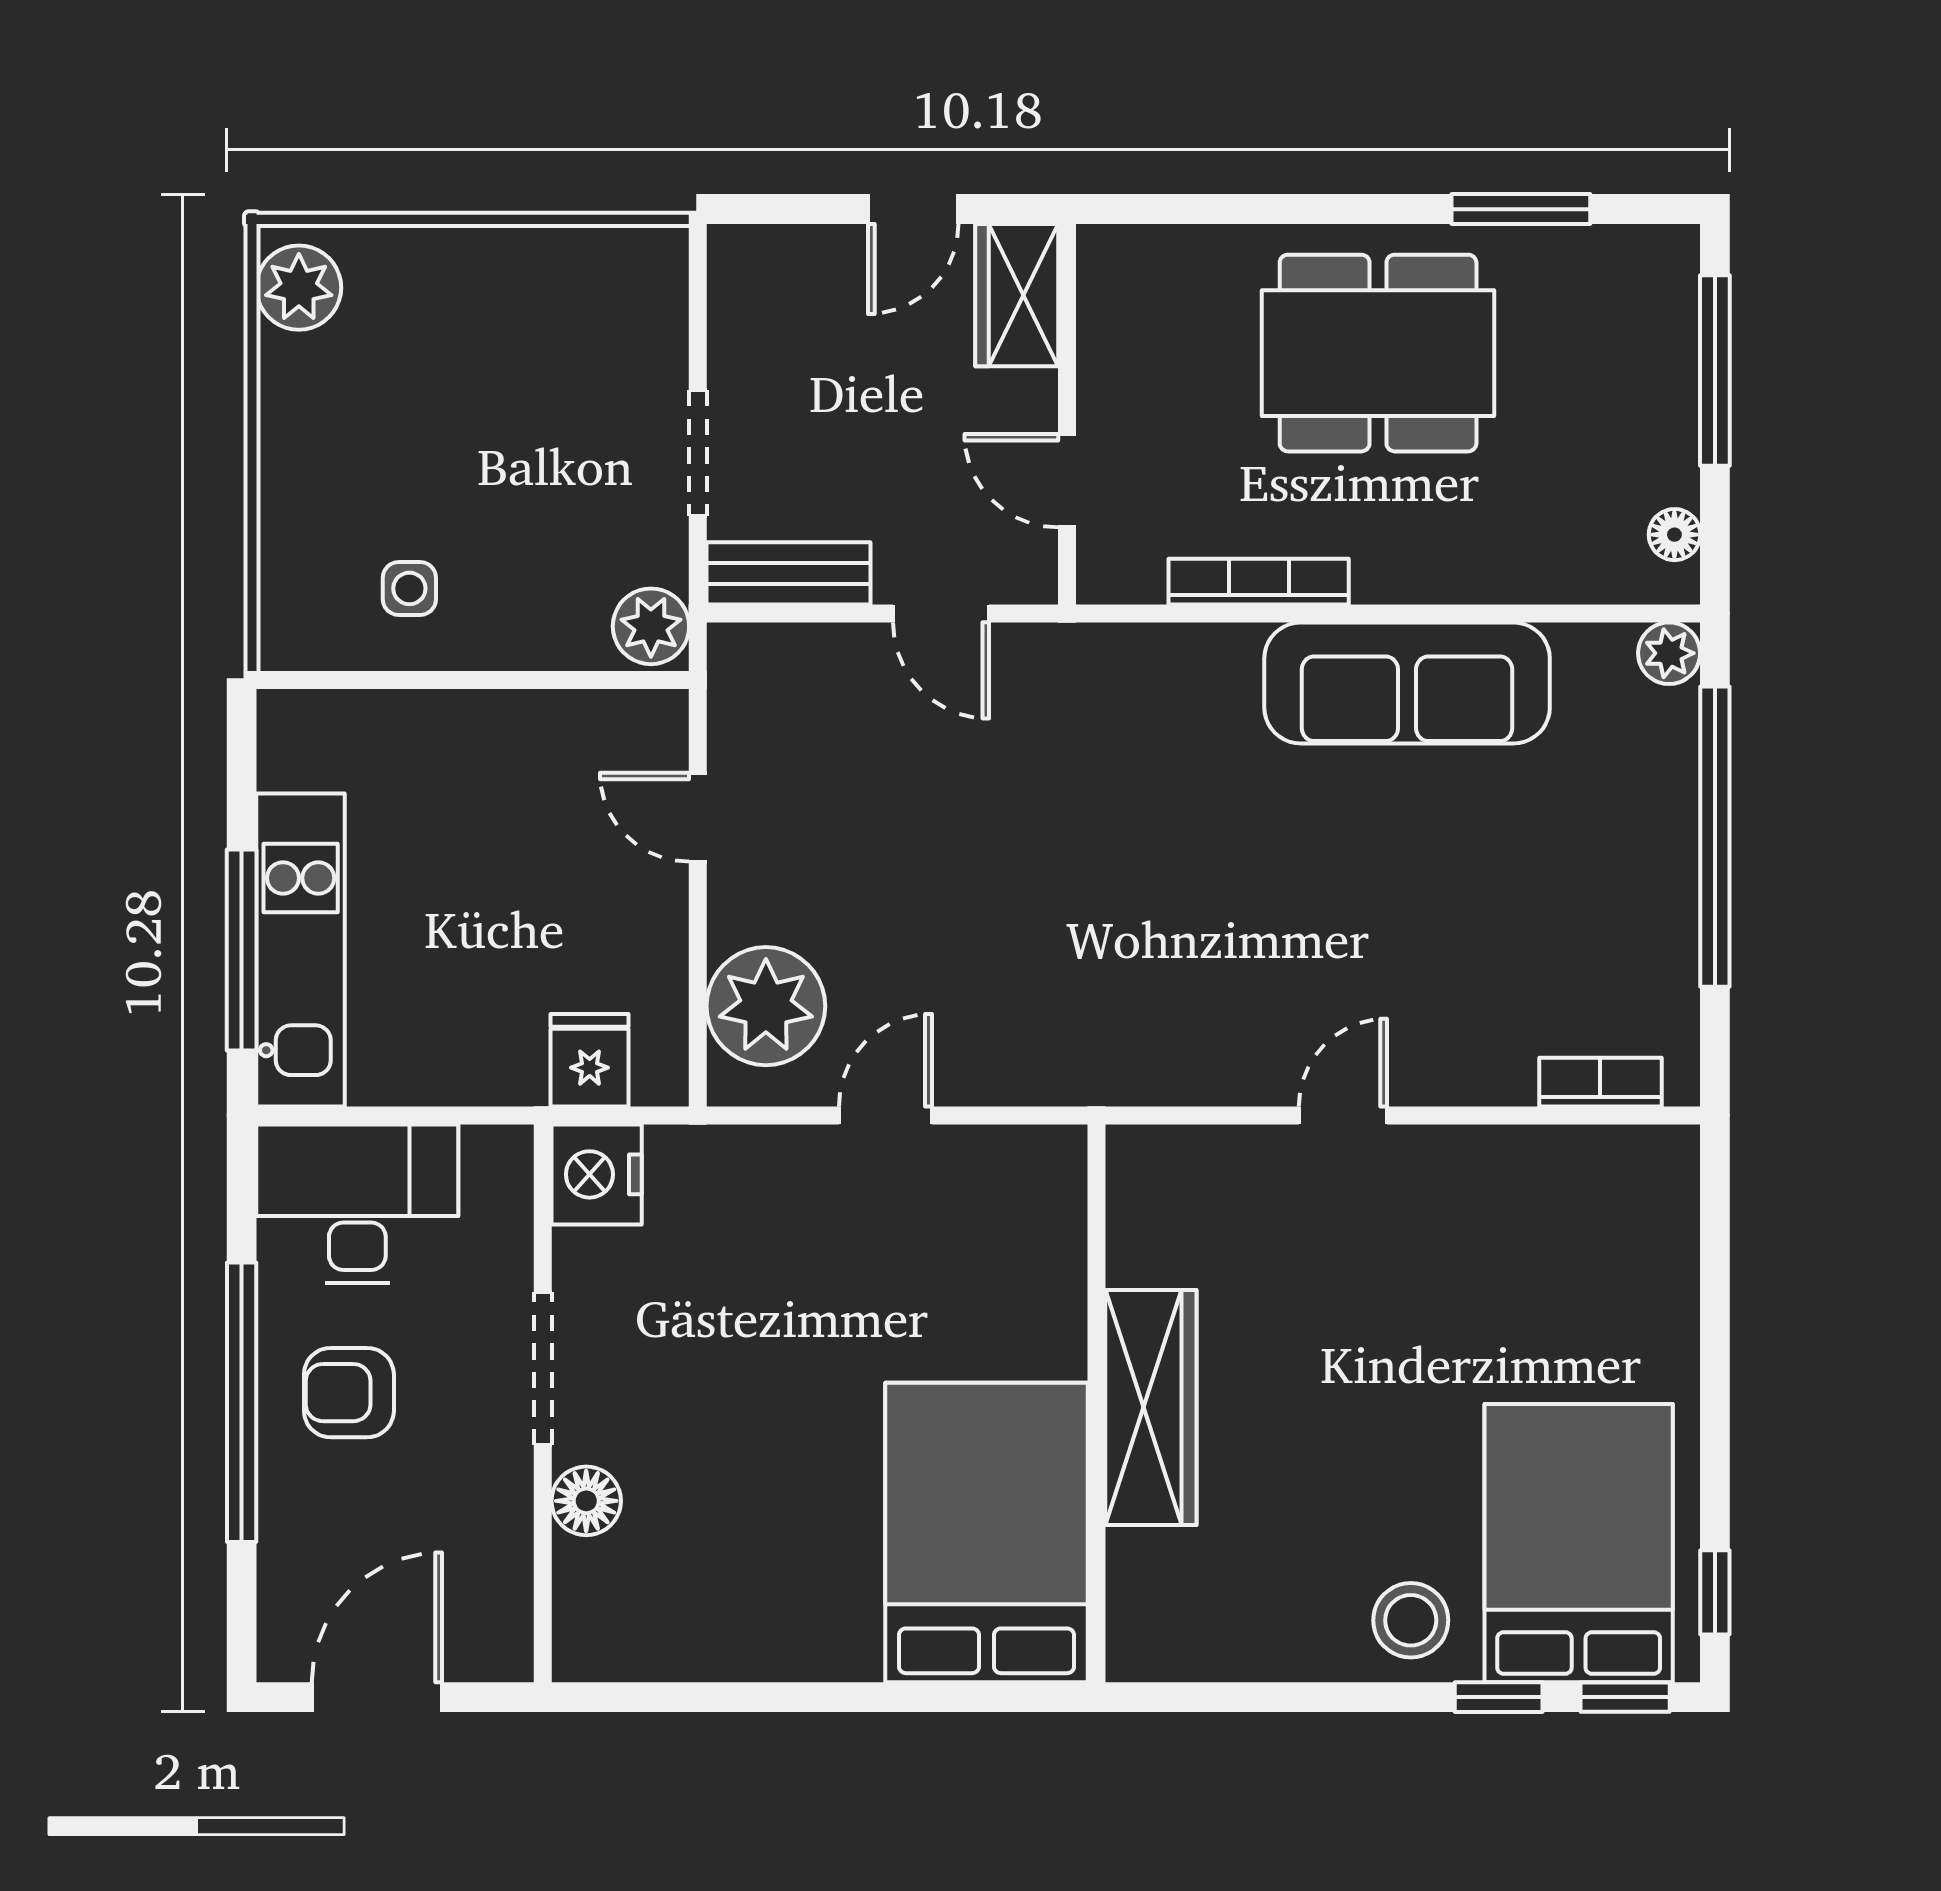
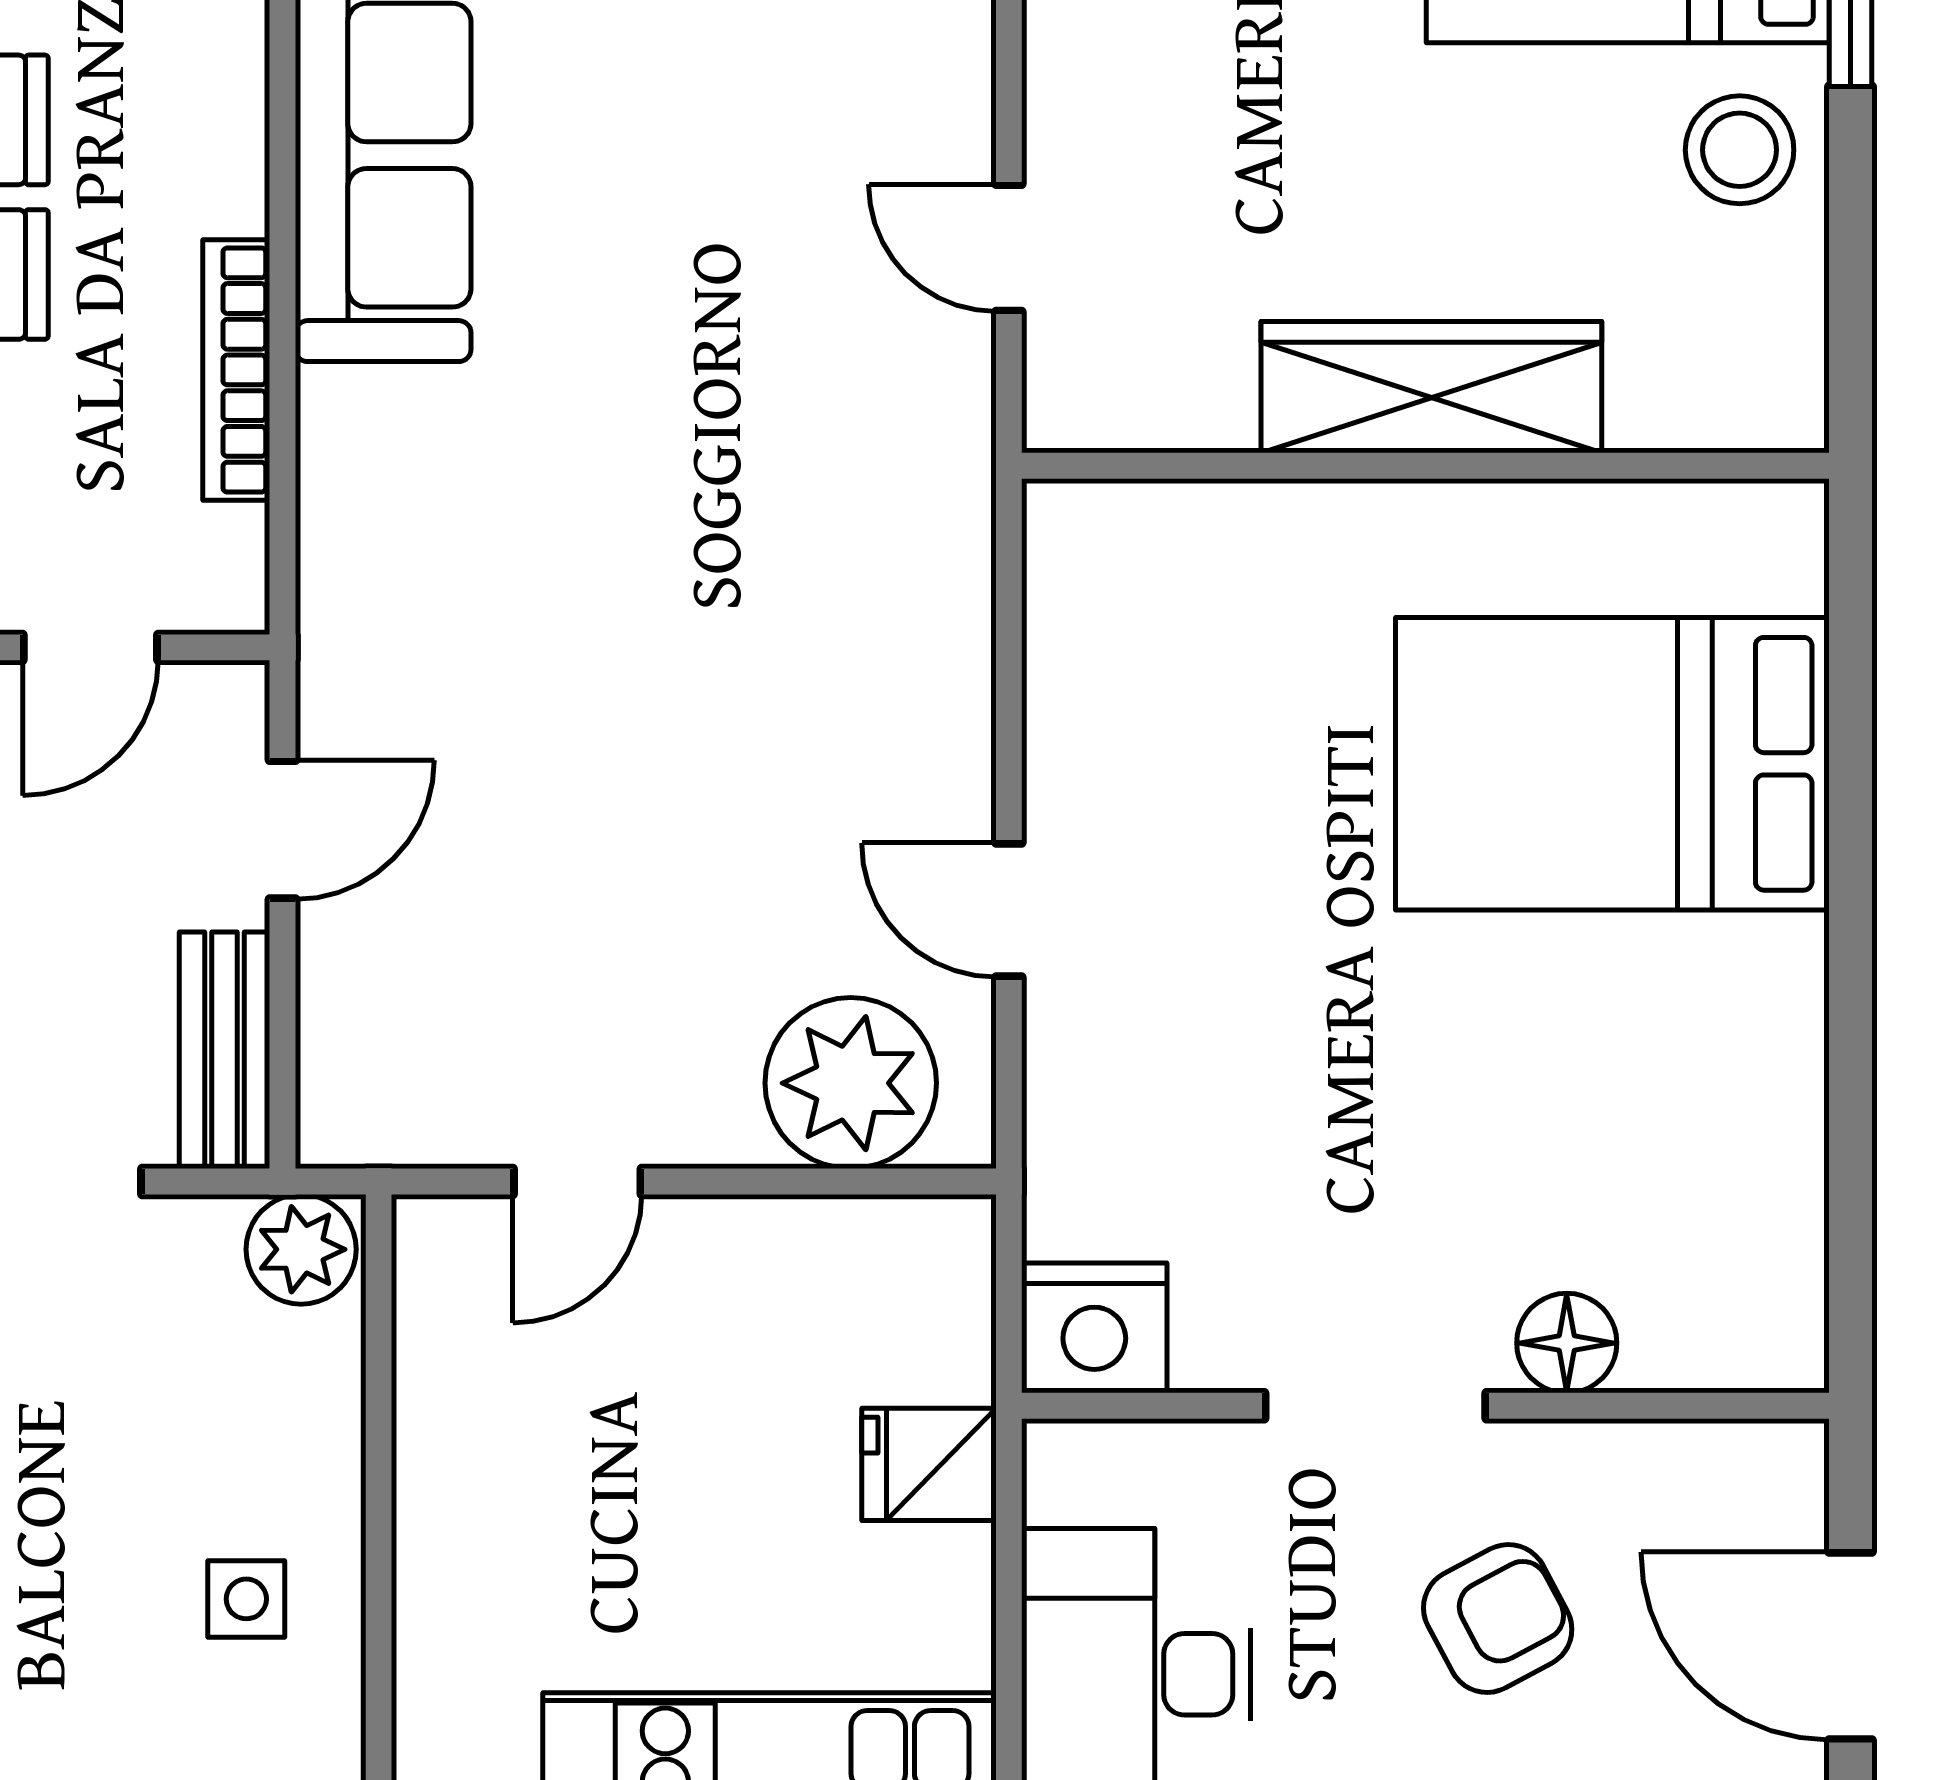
fridge: (590, 1060) -> (929, 1464), moved
armchair: (349, 1393) -> (1498, 1619), moved, turned -118
wall: (1096, 1403) -> (1425, 466), moved
wardrobe: (1151, 1407) -> (1431, 387), moved

